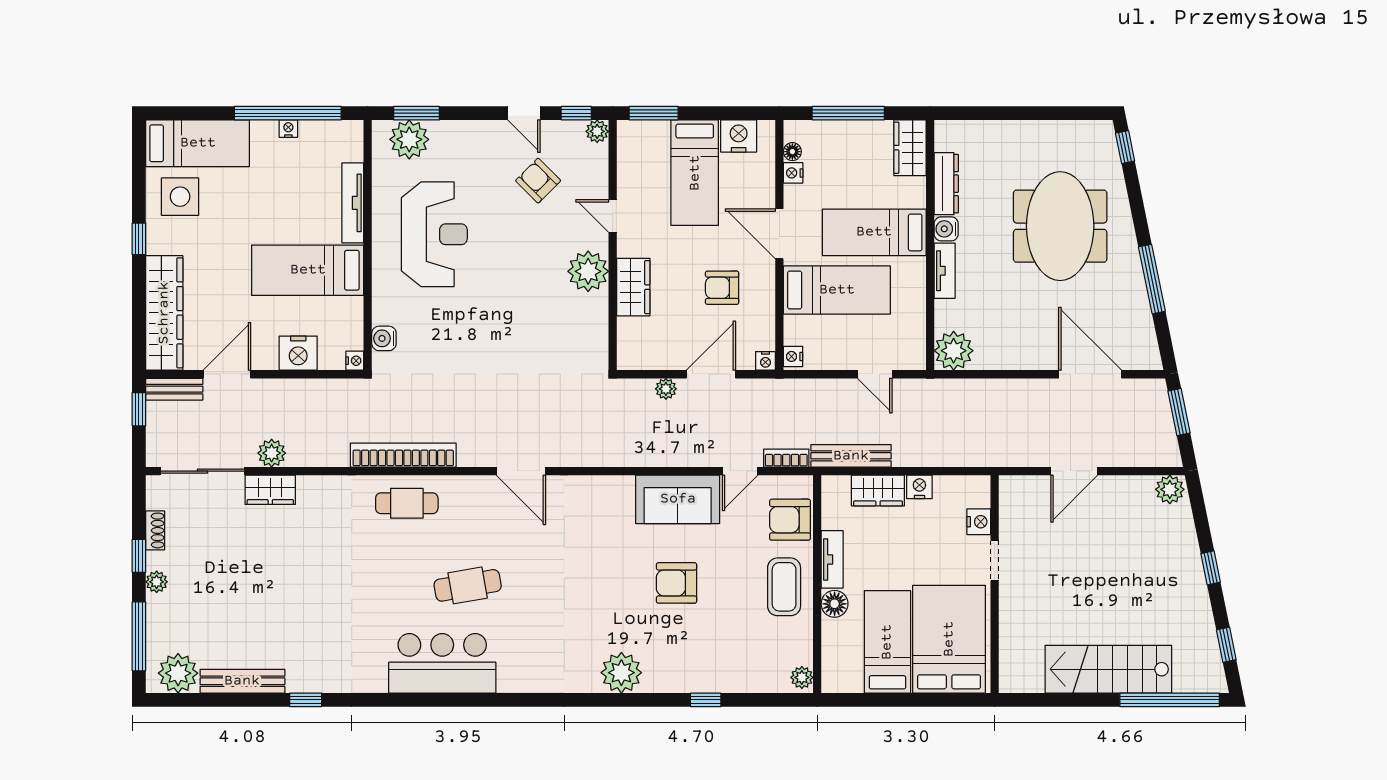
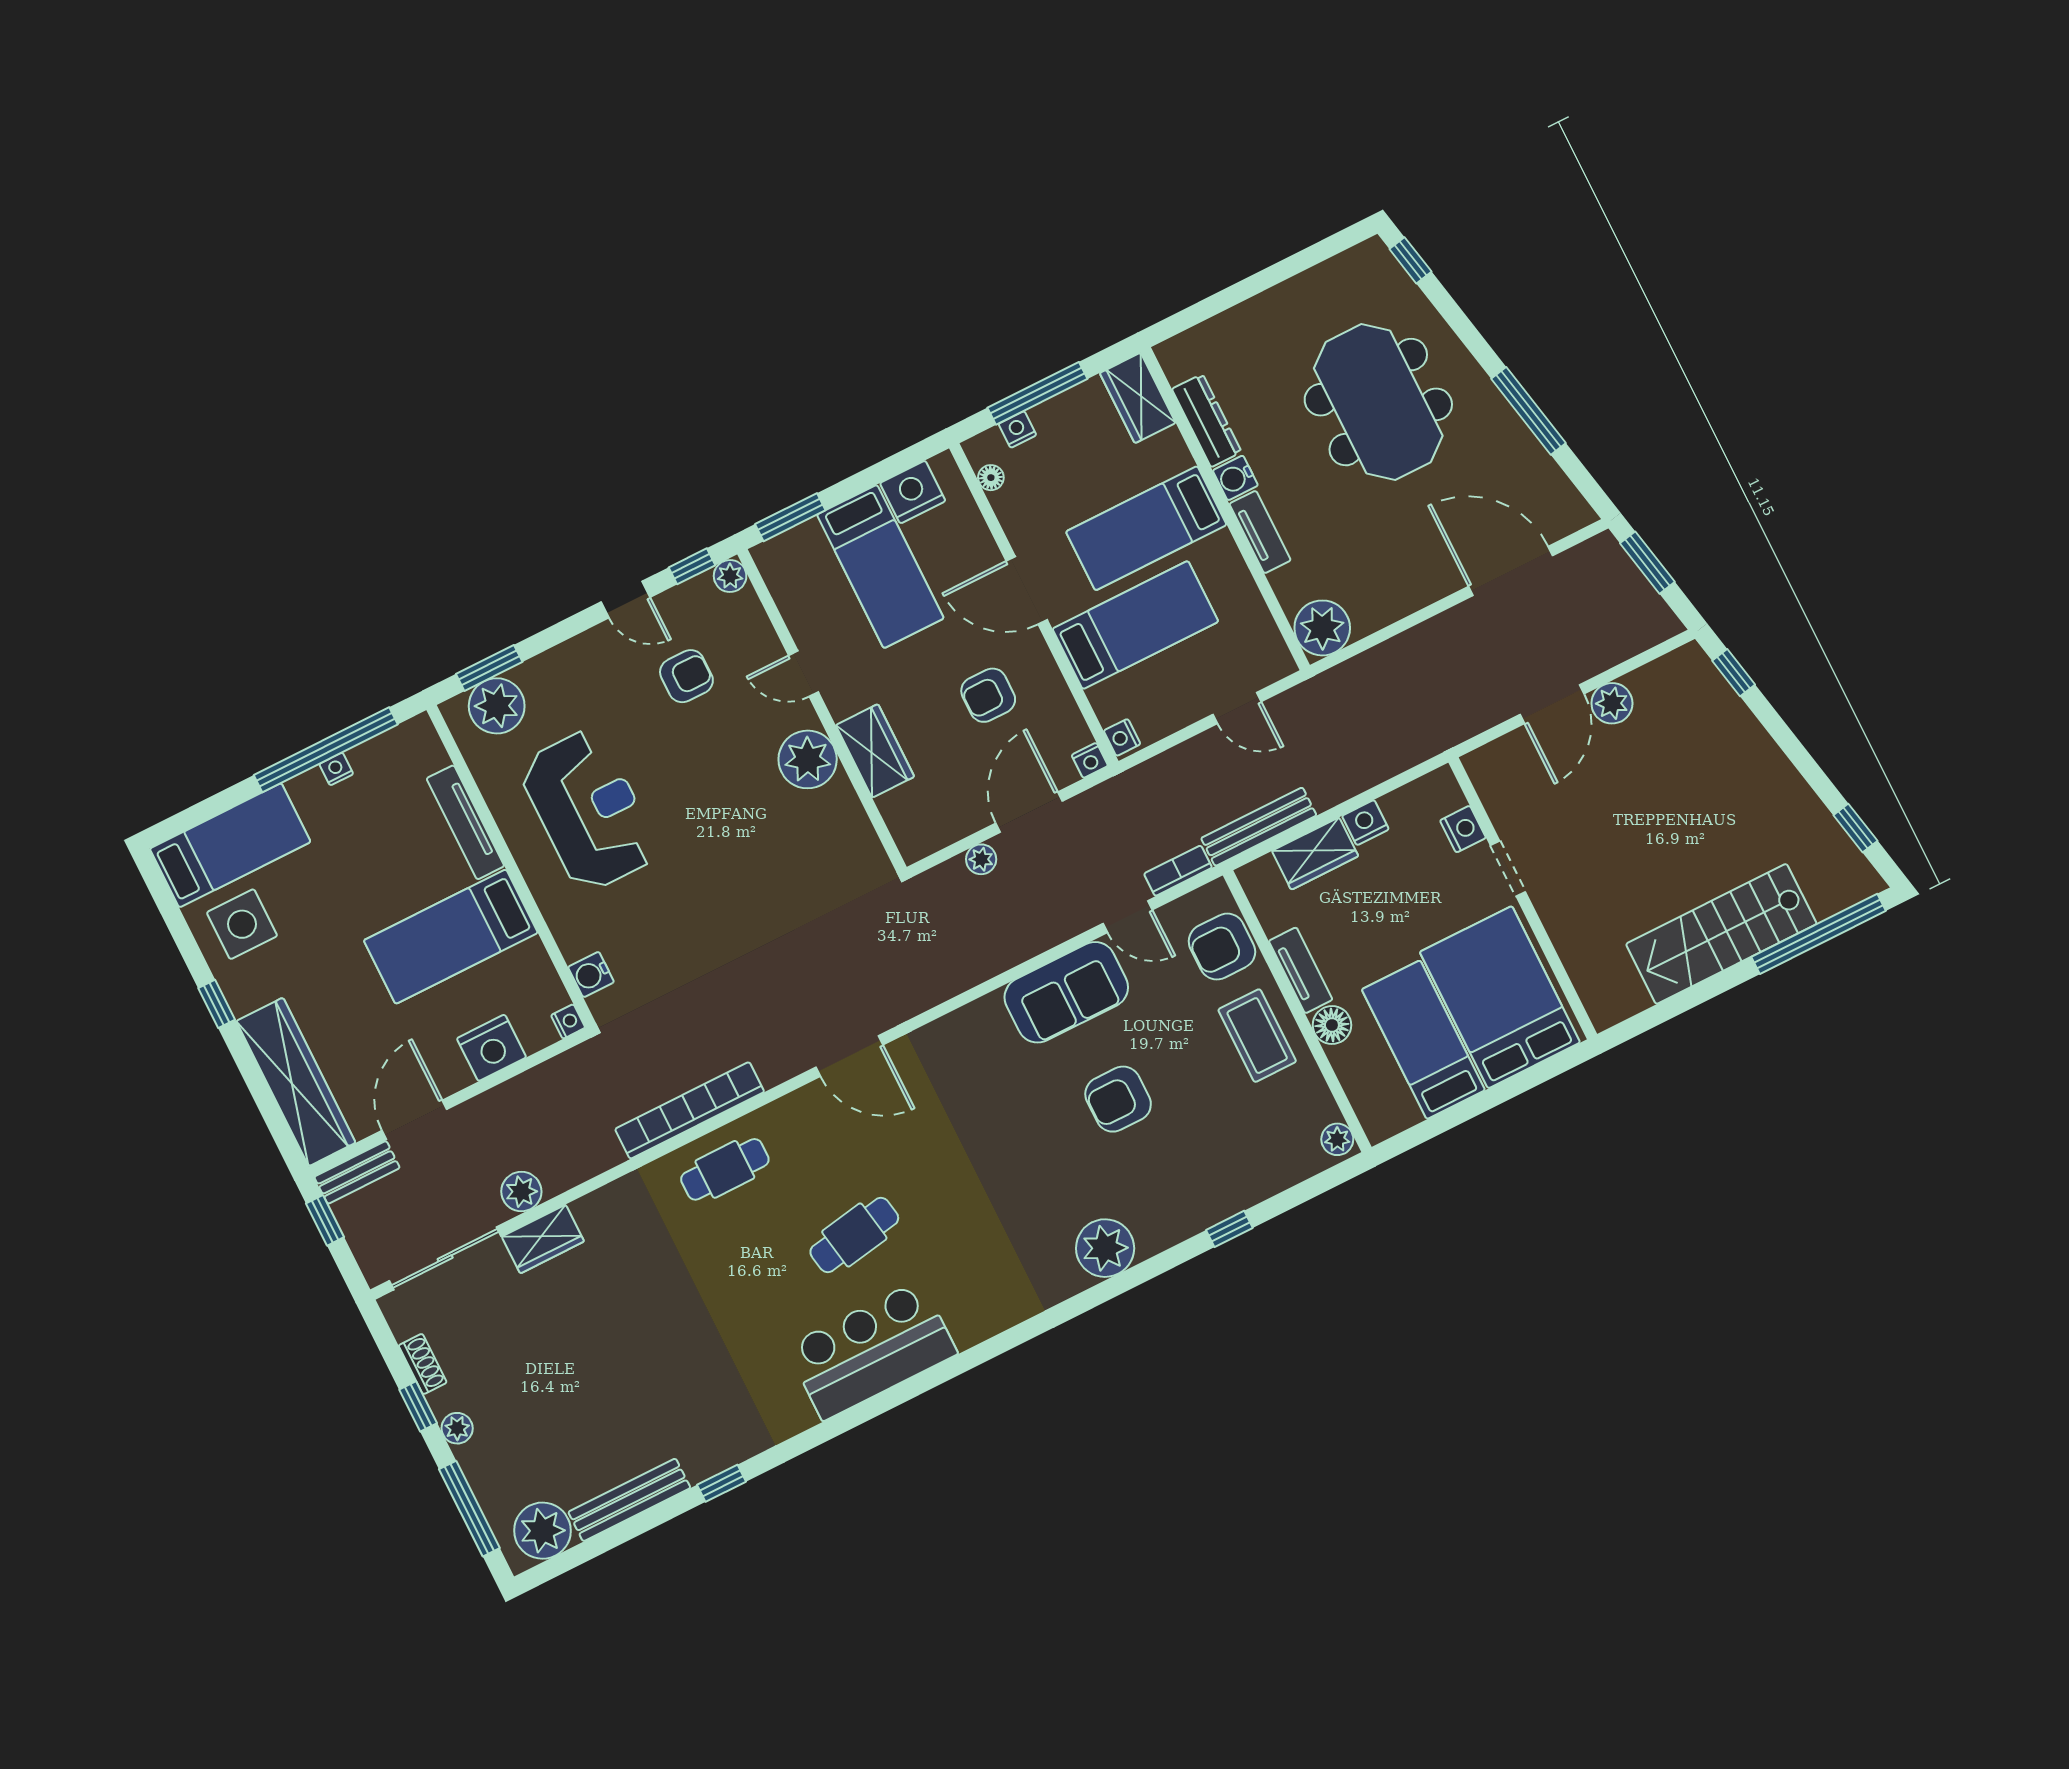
nightstand: (793, 173) -> (1017, 429), moved, turned 90
armchair: (538, 181) -> (686, 676), turned 135
door: (740, 471) -> (1128, 917), hinge flipped
plant: (1170, 489) -> (1612, 703), moved
window: (1211, 568) -> (1734, 673), moved

